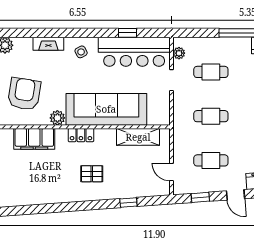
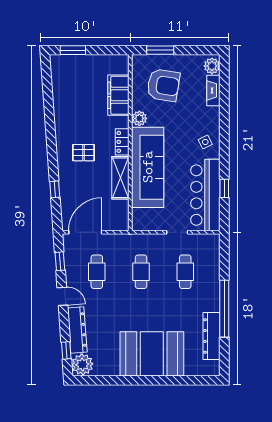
fireplace: (48, 44) -> (213, 90), moved
plant: (179, 53) -> (204, 240), removed
shelving: (138, 137) -> (120, 178), moved
door: (171, 172) -> (85, 232), width x1.87
pallet: (92, 174) -> (83, 153), turned 90
door: (235, 195) -> (62, 296), swing flipped

